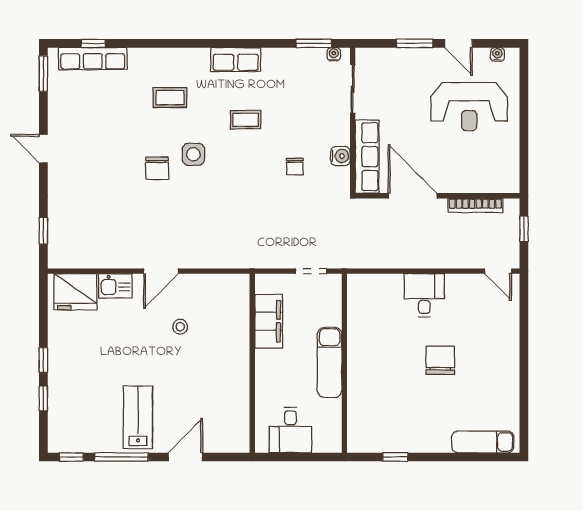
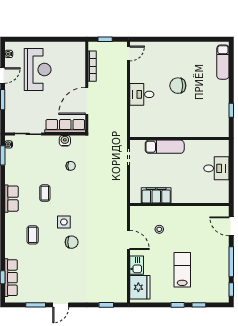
window: (43, 74) -> (36, 305), moved
filing cabinet: (269, 321) -> (156, 195), moved
exam couch: (330, 362) -> (165, 147), moved
wall: (252, 363) -> (179, 204), moved
lab bench: (138, 417) -> (182, 270), moved, turned 90

